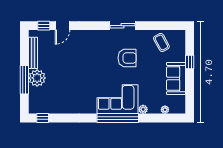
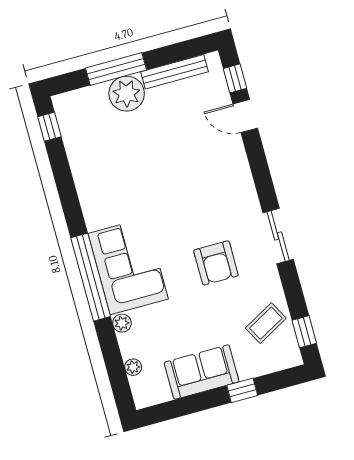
window: (170, 26) -> (304, 332), added

